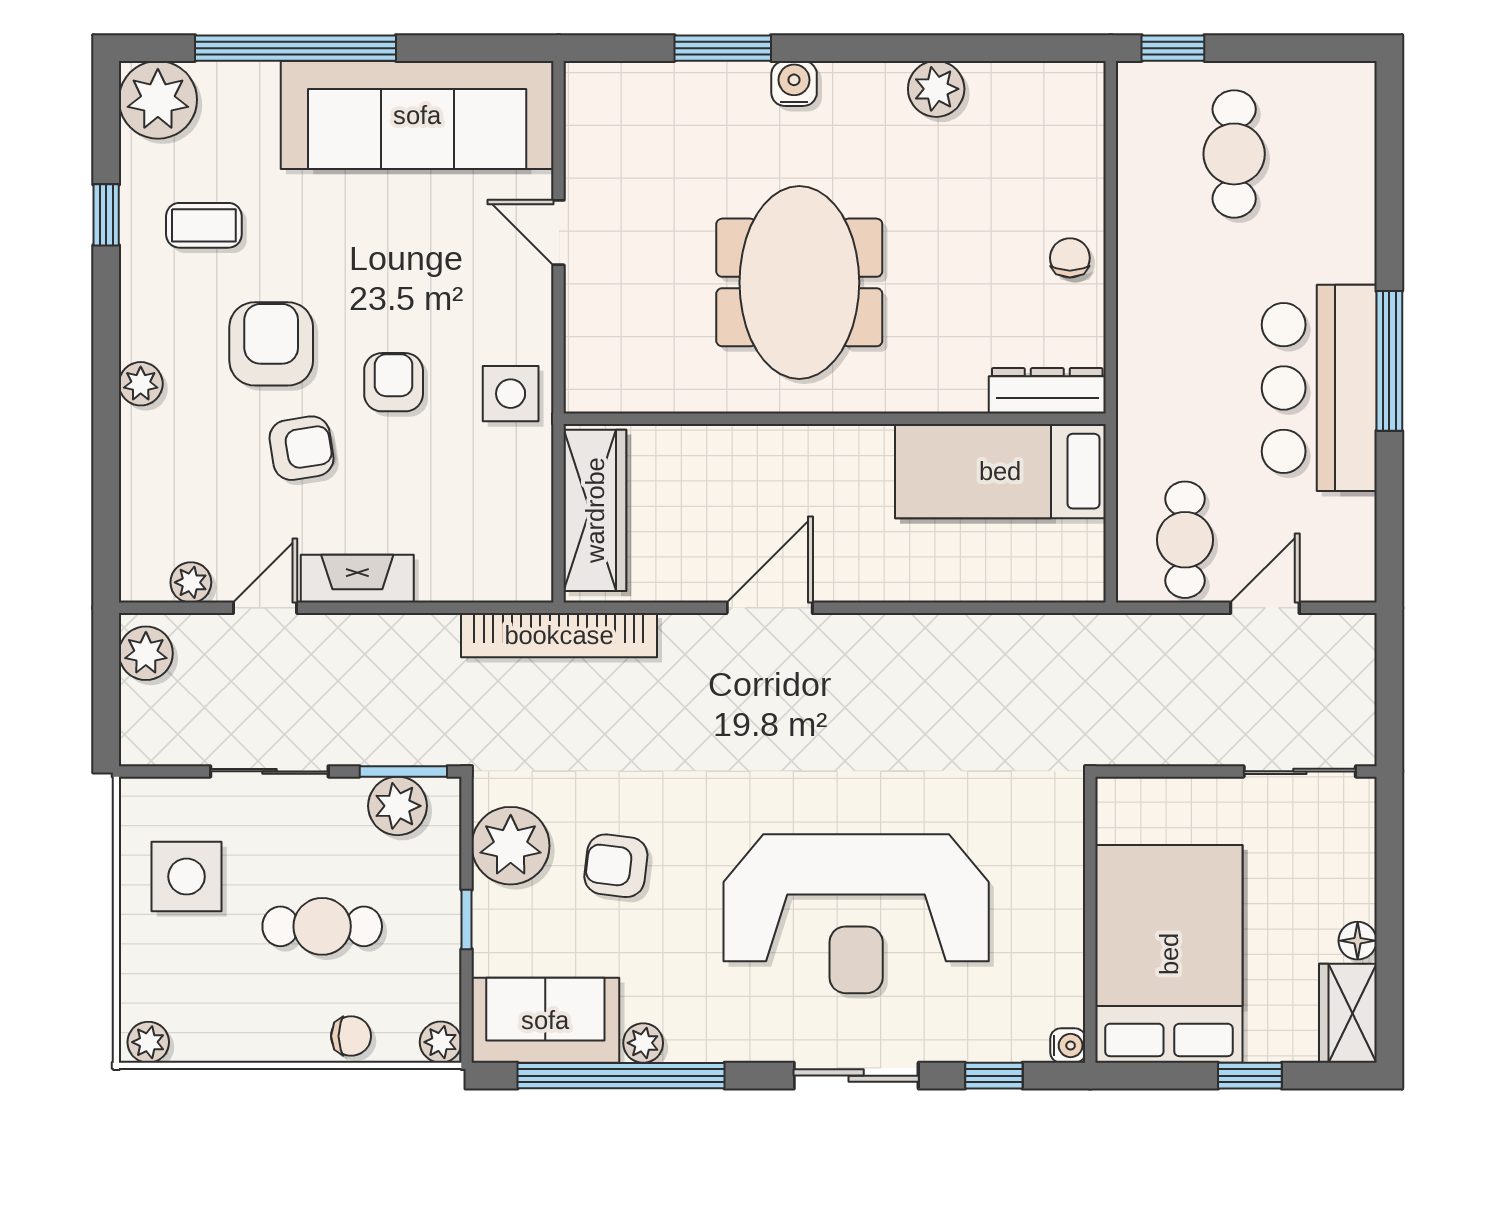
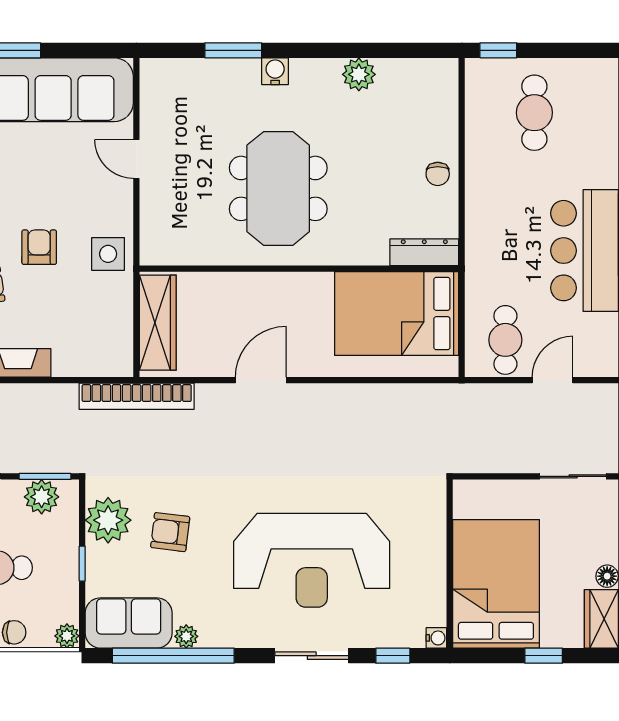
chair: (1070, 258) -> (438, 174), turned 180
bed: (1000, 471) -> (397, 314), width x1.50

